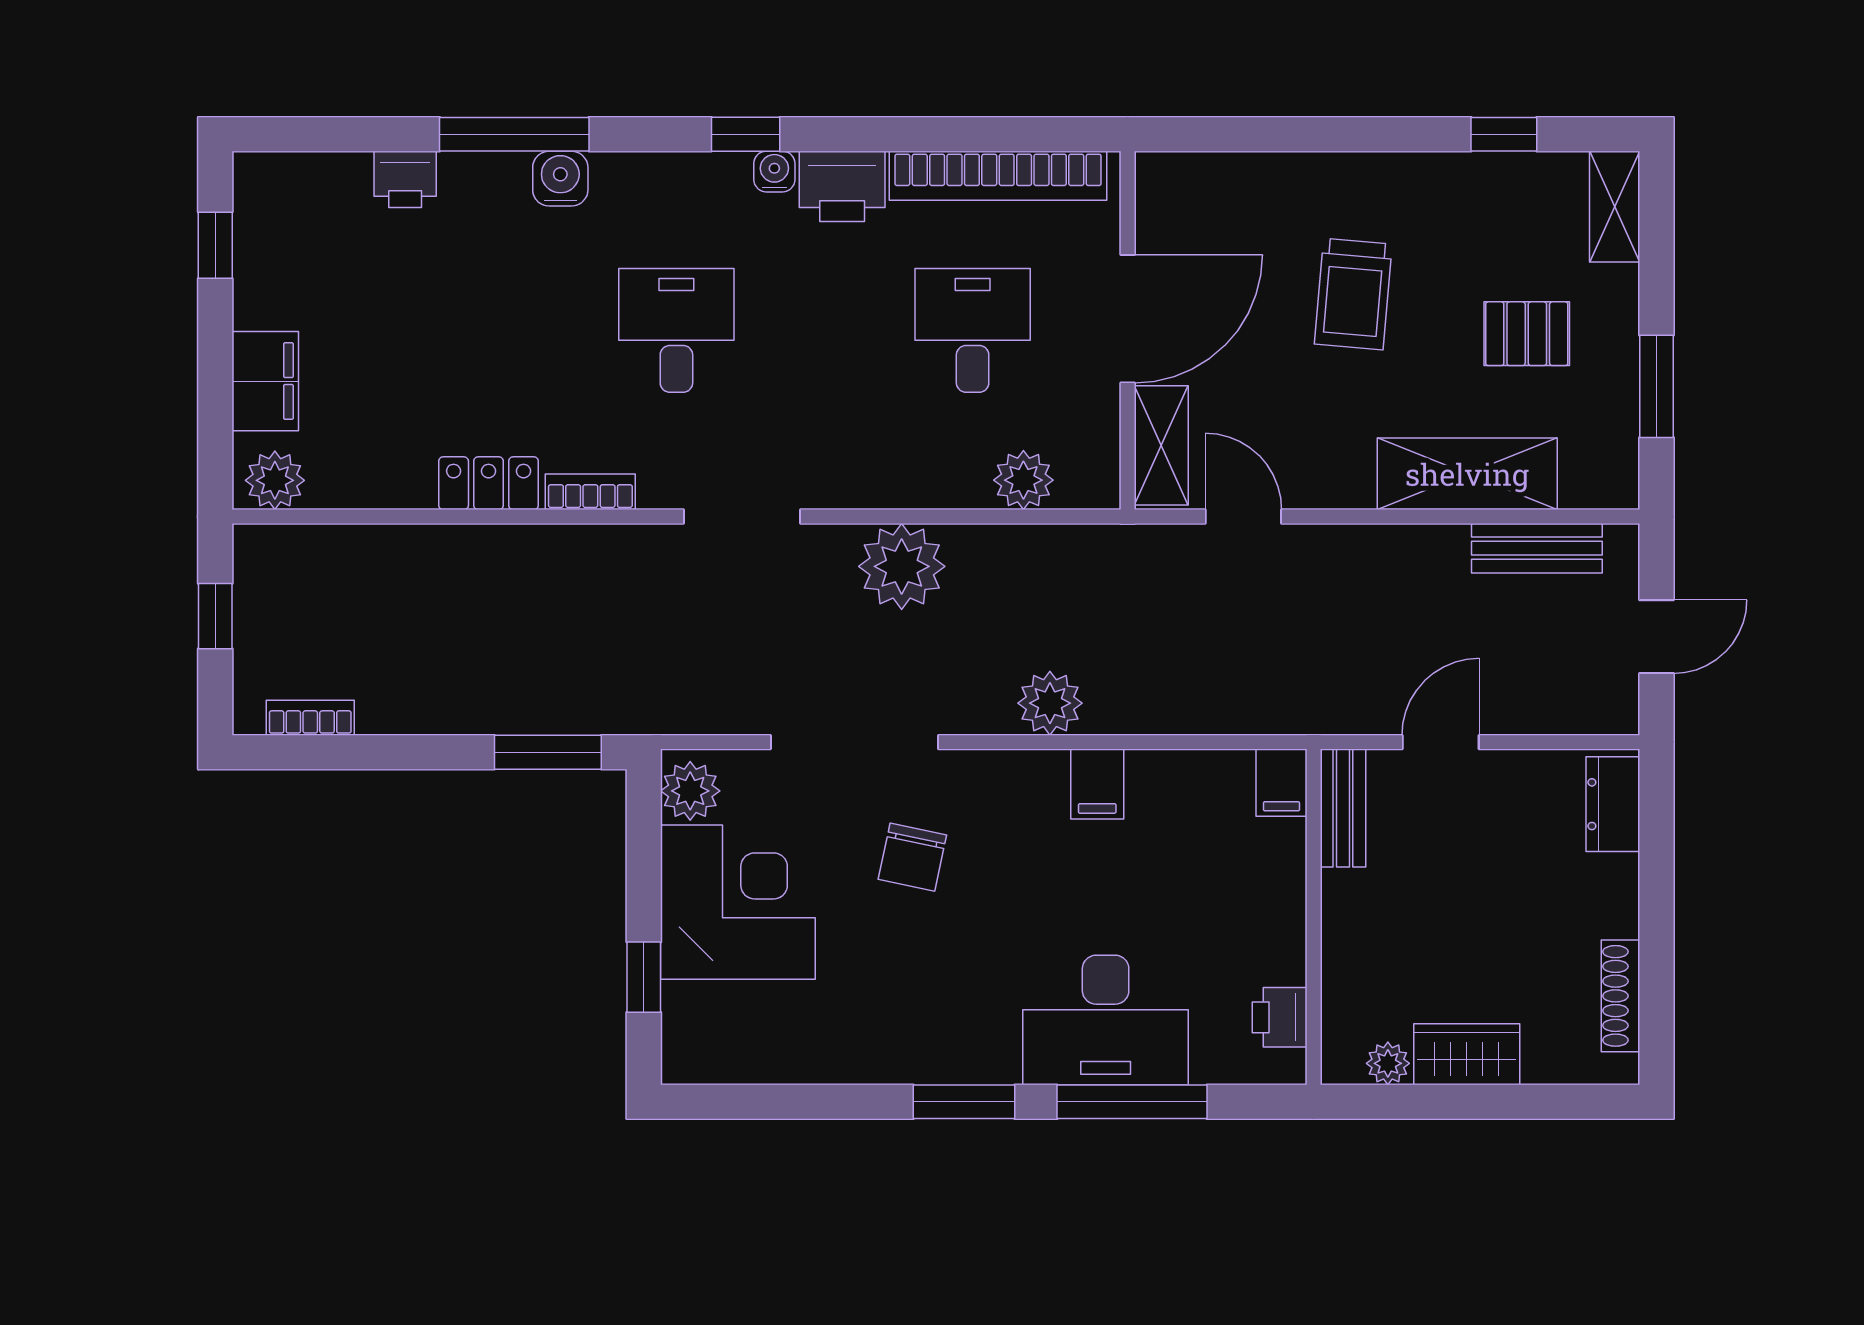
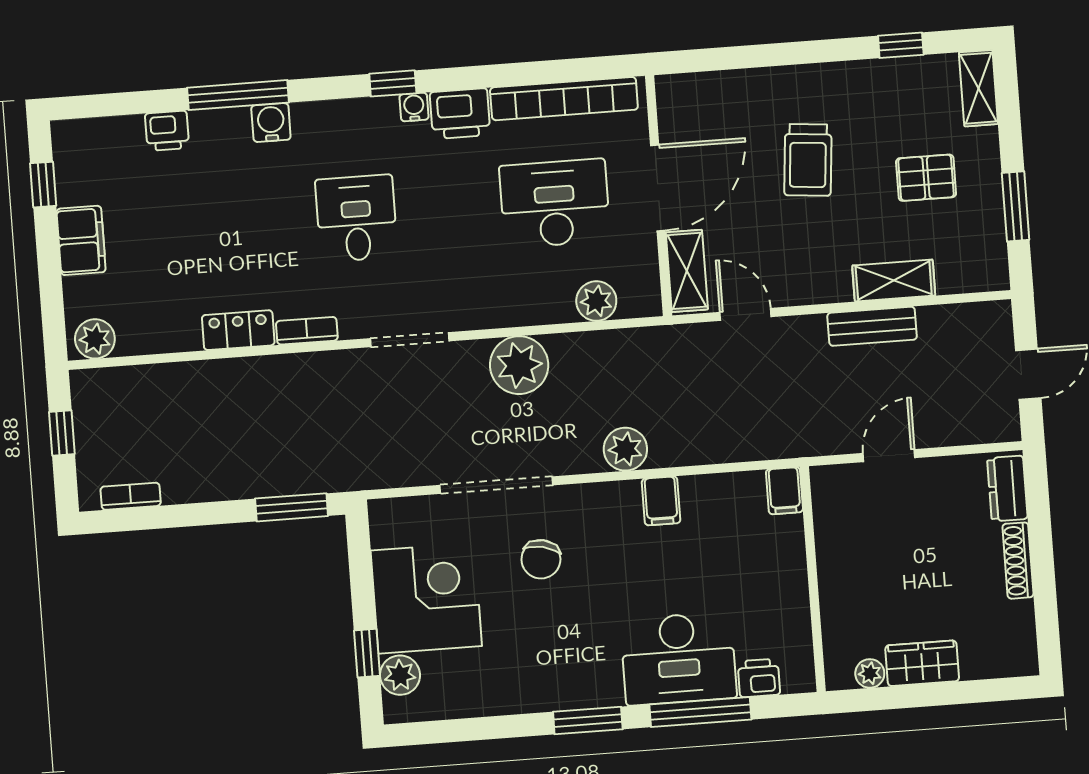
desk: (973, 330) -> (555, 203), width x1.37
filing cabinet: (265, 381) -> (81, 240), moved
shelving: (1467, 474) -> (894, 281), width x0.67, depth x0.75
bench: (1537, 548) -> (872, 326), moved
plant: (690, 791) -> (400, 675), moved
bench: (1343, 808) -> (827, 505), removed
shoe rack: (1620, 996) -> (1018, 561), moved
printer: (1280, 1017) -> (759, 678), moved, turned 90

